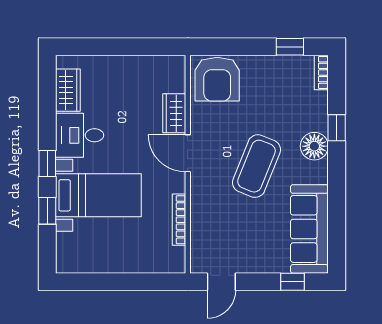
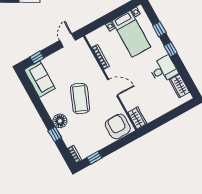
wardrobe: (174, 113) -> (137, 118), moved
bed with nightstands: (98, 195) -> (131, 34), moved, turned -90
sofa: (309, 229) -> (39, 79), width x0.73

